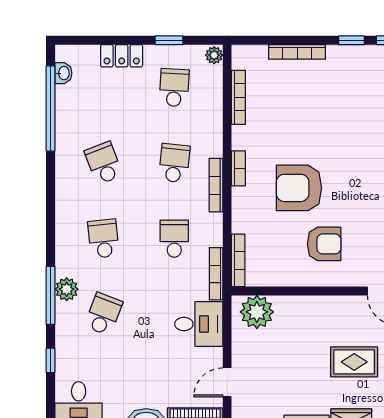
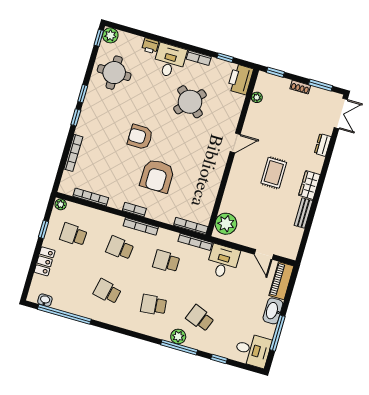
school desk: (104, 163) -> (107, 291), turned 33
armchair: (324, 244) -> (140, 137), moved, turned -90

